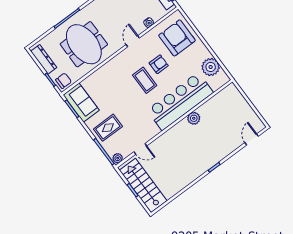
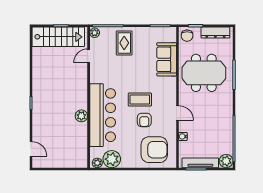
plant: (223, 77) -> (97, 163), added
sofa: (81, 103) -> (167, 59), moved, turned 90

